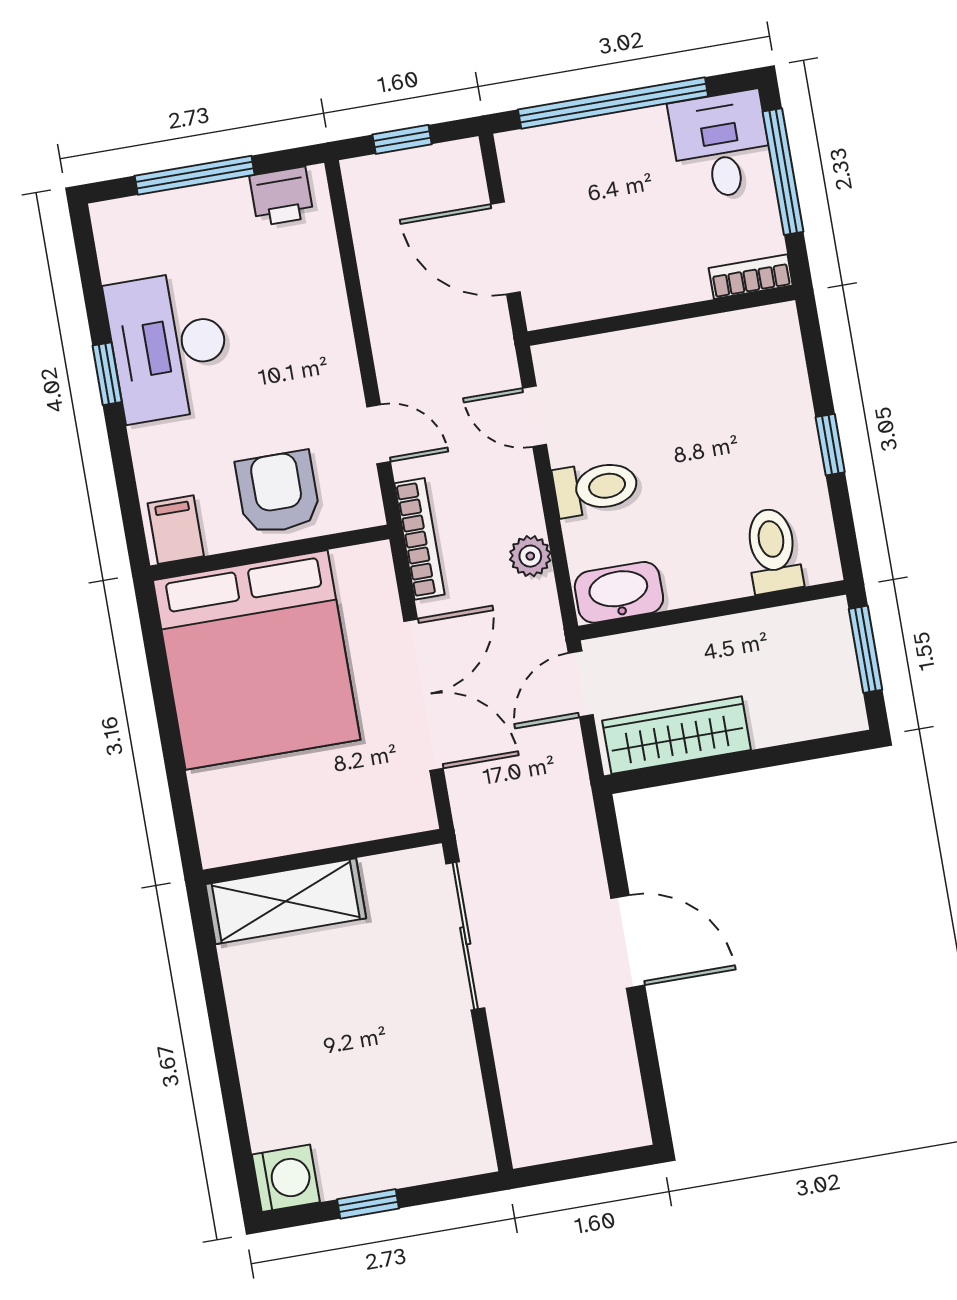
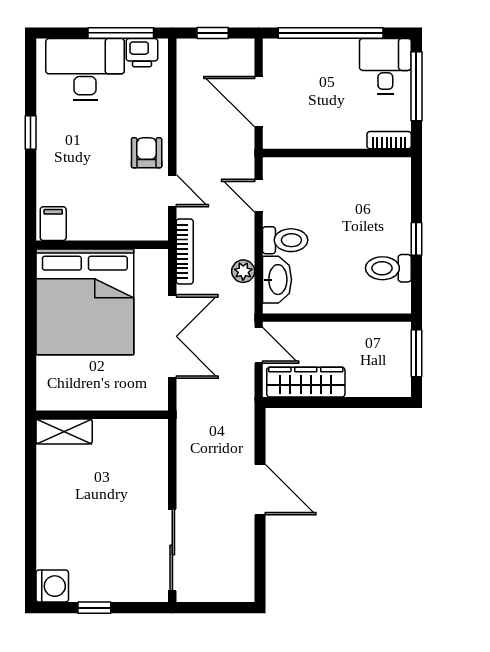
window: (195, 175) -> (121, 33), moved
desk: (169, 346) -> (85, 69), moved, turned 90
armchair: (278, 492) -> (147, 153), moved, width x0.72, depth x0.72
toilet: (773, 550) -> (388, 268), moved, turned -90
washbasin: (619, 592) -> (277, 280), moved, turned 90
door: (581, 684) -> (259, 345), swing flipped
shelving: (286, 901) -> (64, 431), width x0.67, depth x0.75
sliding door: (465, 936) -> (172, 550), moved

